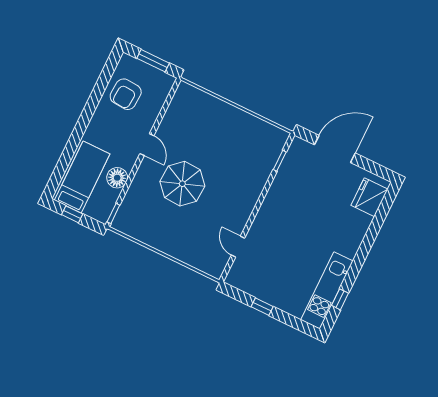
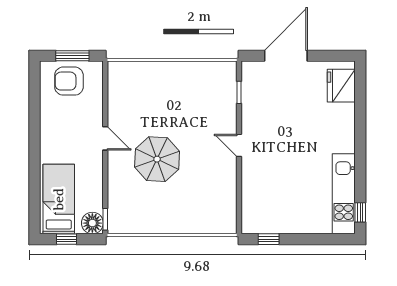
armchair: (126, 94) -> (69, 81), moved, turned 86
floor lamp: (117, 178) -> (92, 223), moved
door: (238, 247) -> (239, 145), moved
window: (340, 299) -> (360, 212), moved
window: (262, 307) -> (269, 239), moved

